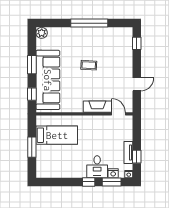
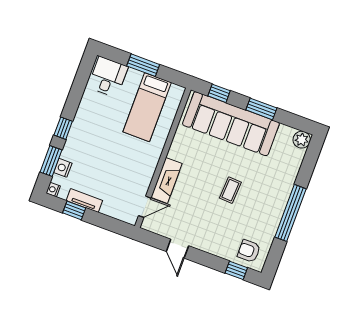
armchair: (122, 40) -> (249, 251), added
desk: (97, 167) -> (108, 77), moved, turned 90

